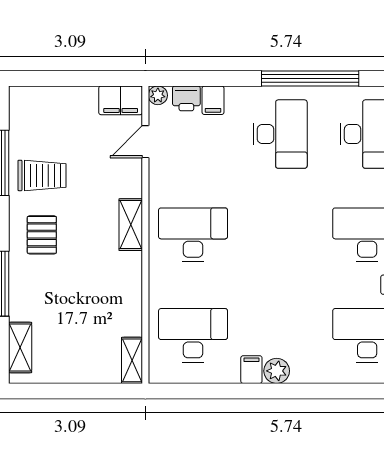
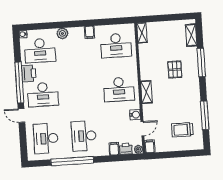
filing cabinet: (121, 100) -> (150, 146), width x0.50
trolley: (42, 175) -> (182, 130), moved
water cooler: (160, 175) -> (135, 115), added
pallet: (42, 235) -> (175, 69), moved
plant: (277, 371) -> (62, 33), moved

